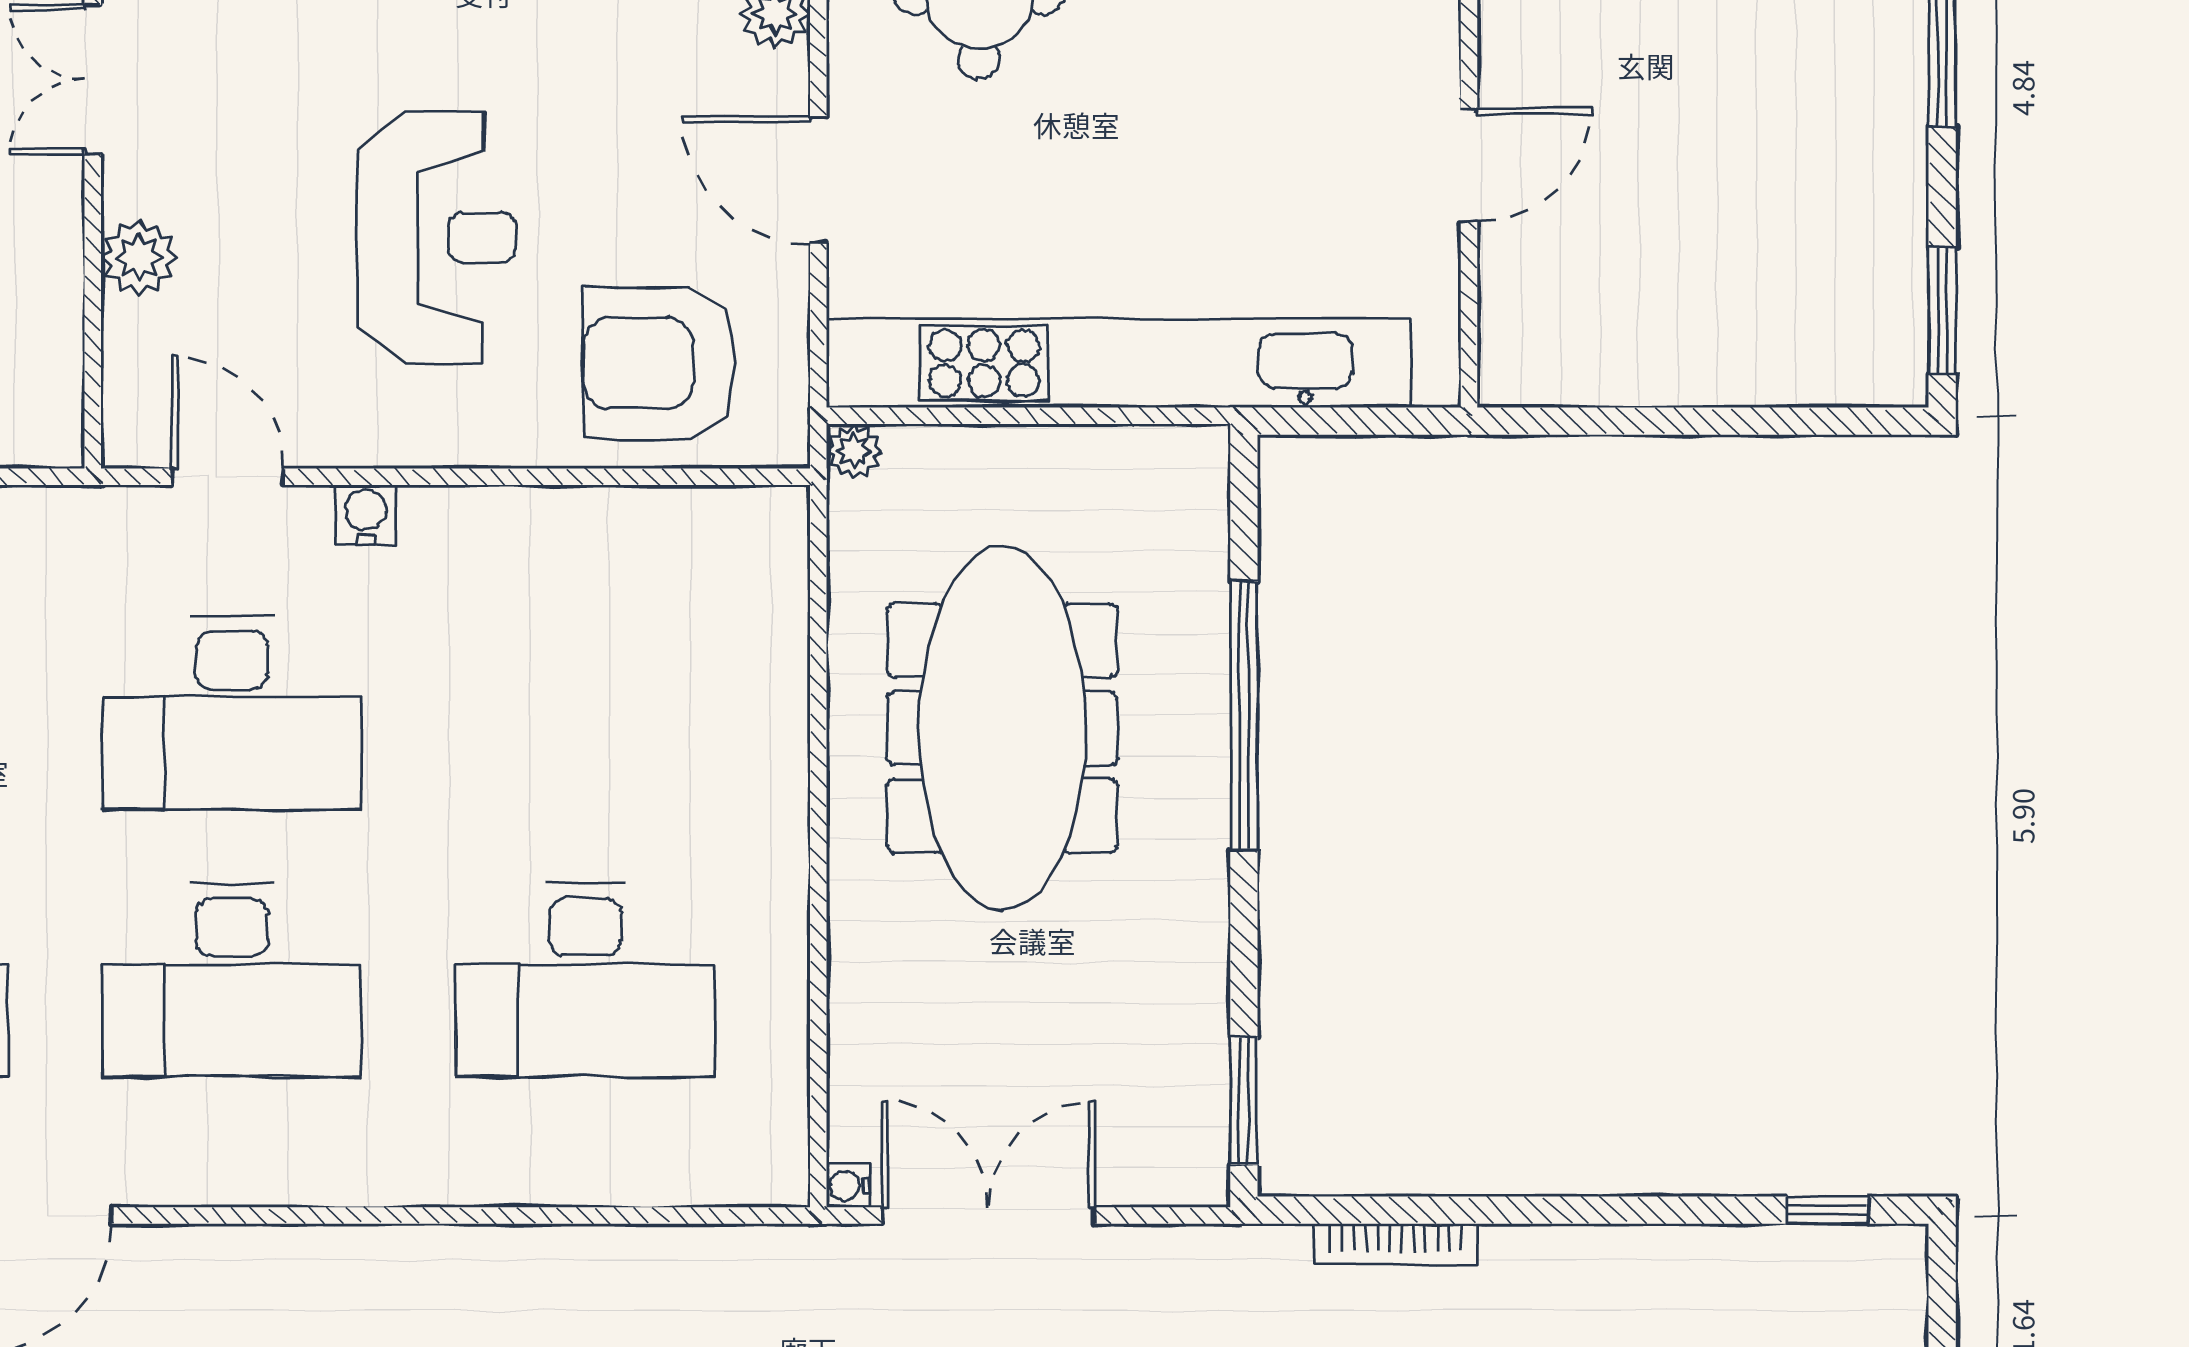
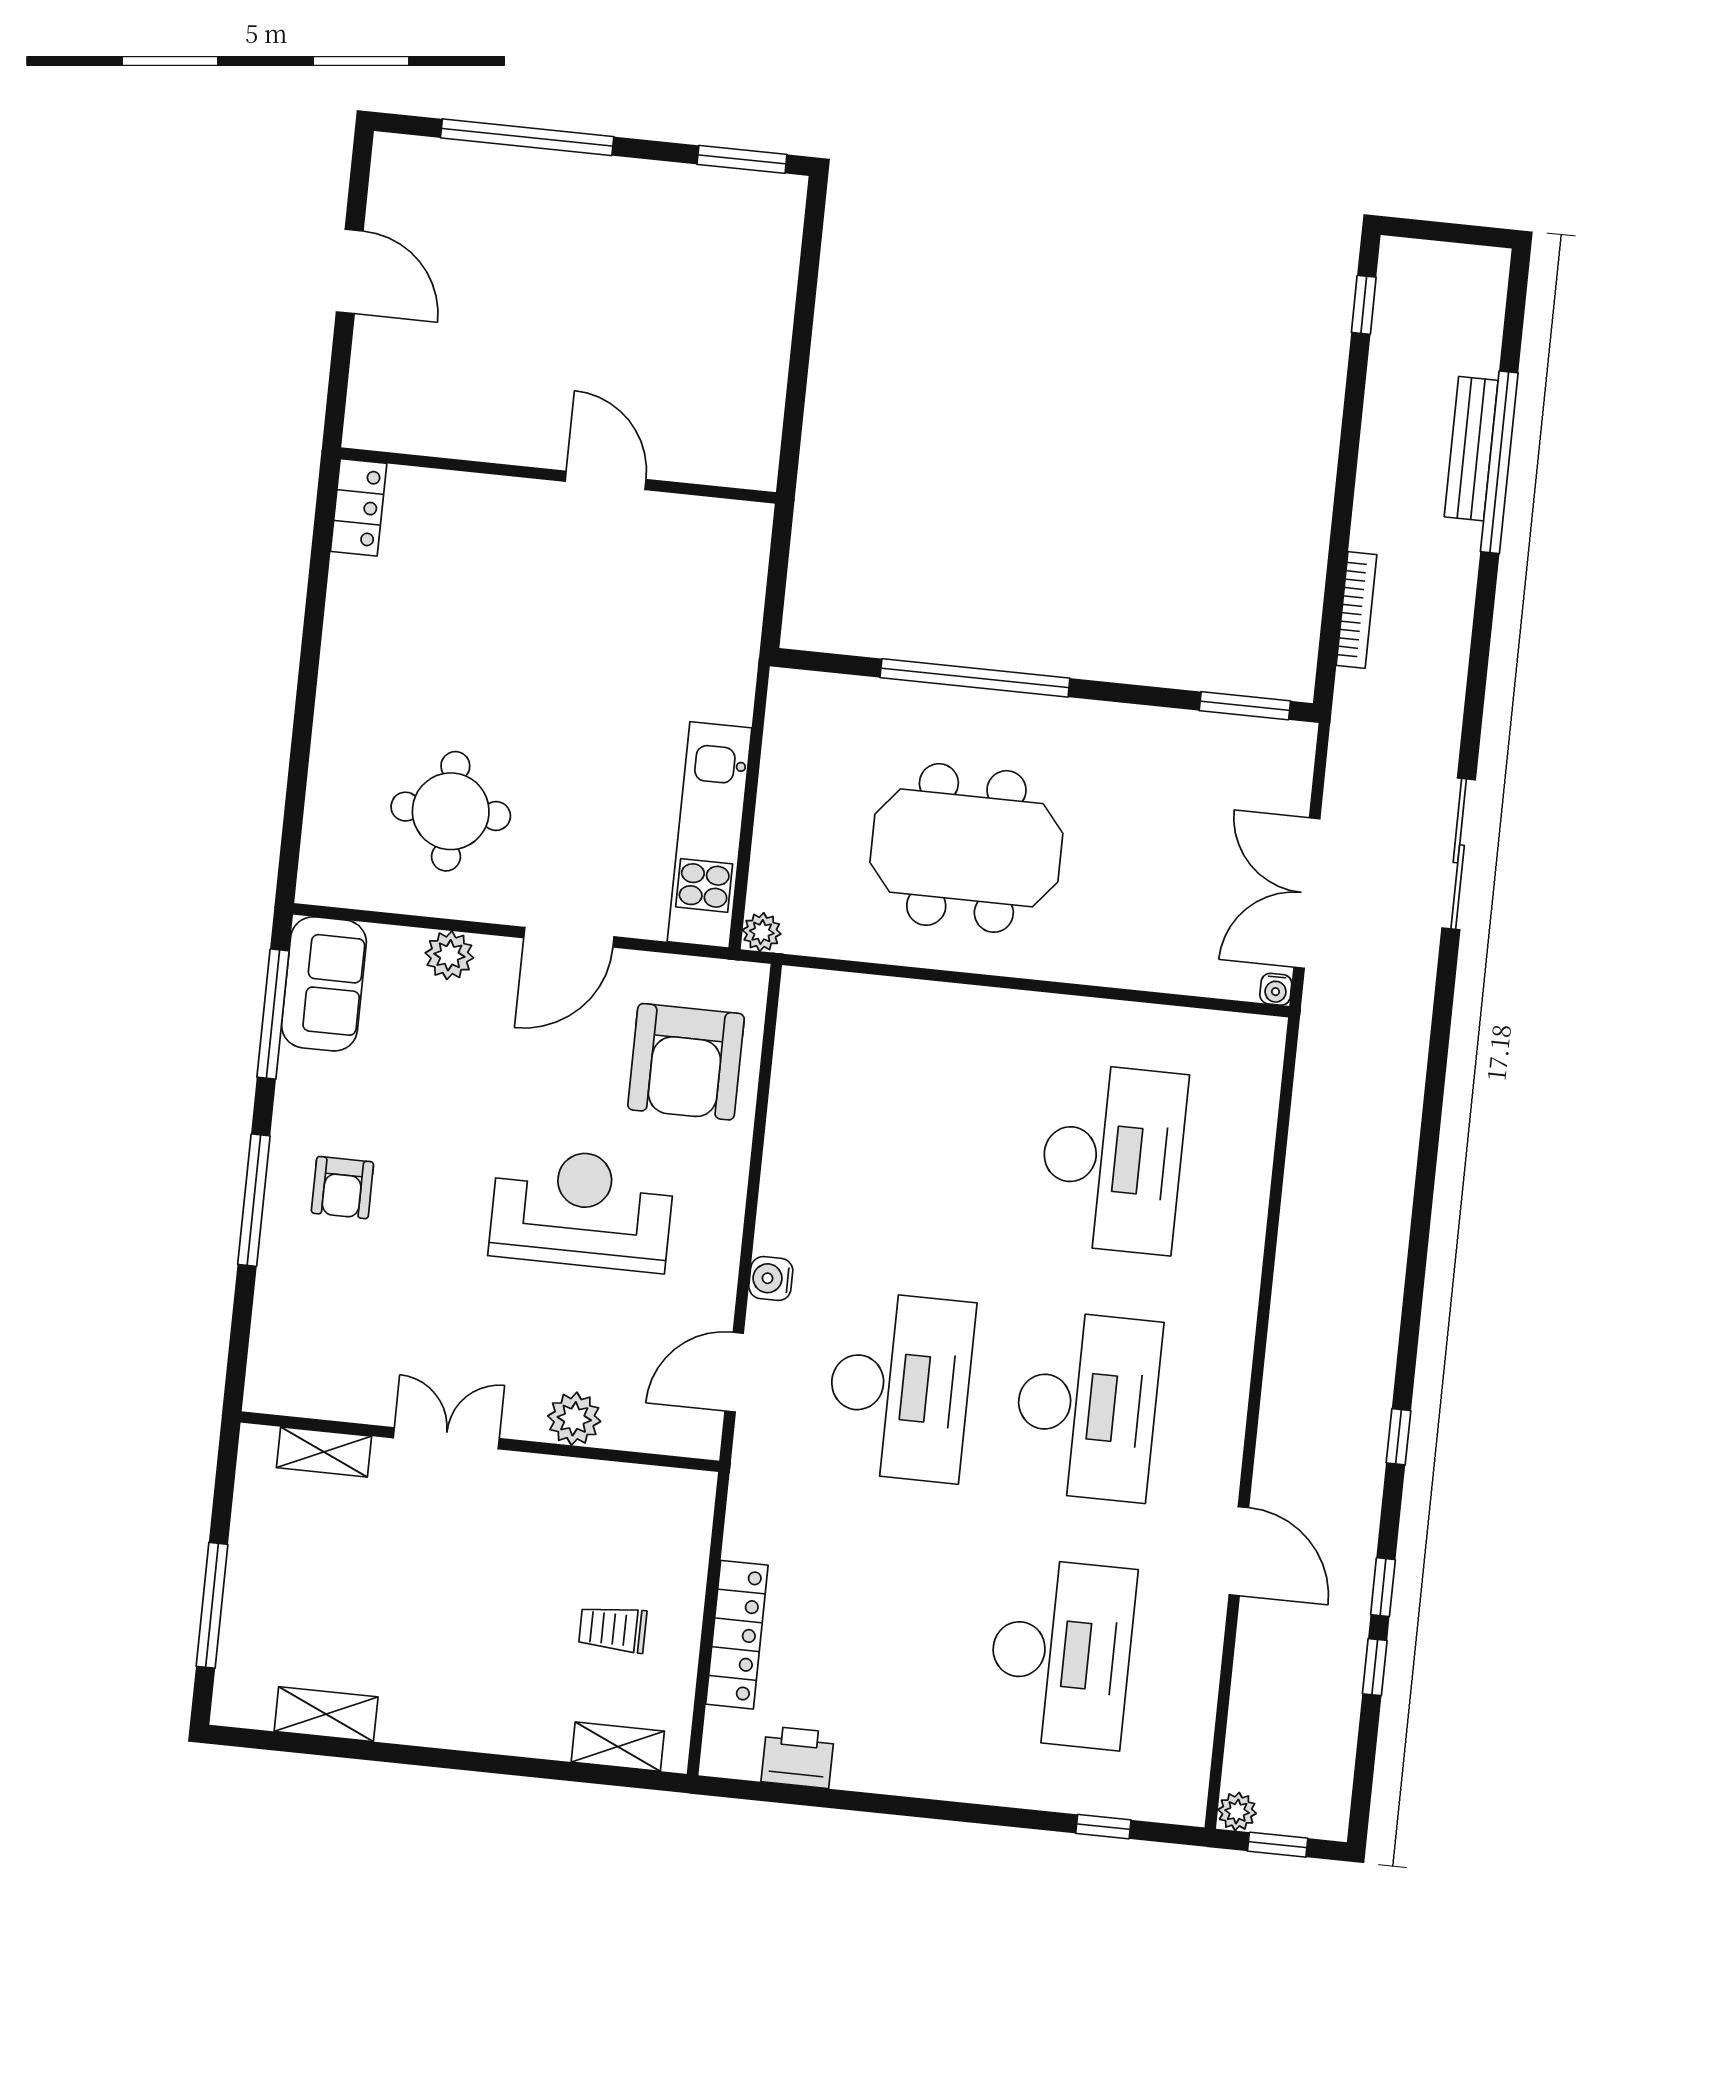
double door: (93, 80) -> (446, 1438), swing flipped
kitchen unit: (1118, 363) -> (709, 835), width x0.54
meeting table: (1002, 728) -> (966, 848), width x0.73

